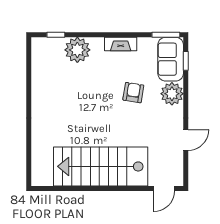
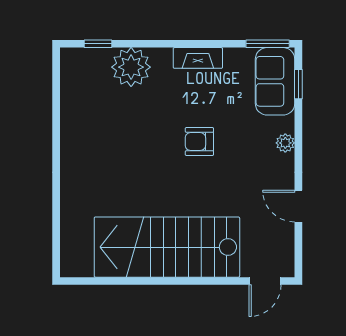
armchair: (133, 93) -> (199, 142), moved, turned -99
plant: (172, 94) -> (285, 143), width x0.53, depth x0.53
door: (186, 140) -> (298, 206), swing flipped

